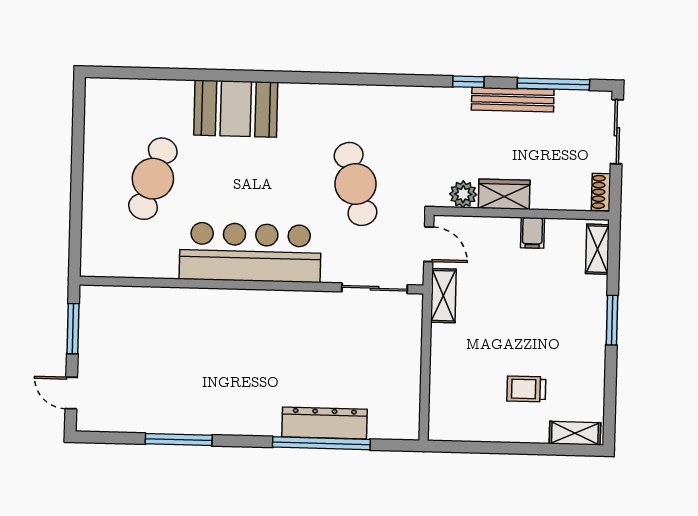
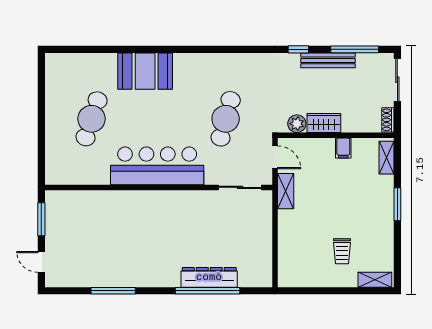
cafe table: (356, 184) -> (226, 119), turned 30
trolley: (526, 389) -> (342, 251), turned -90

